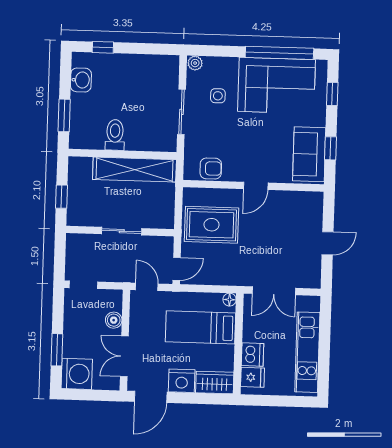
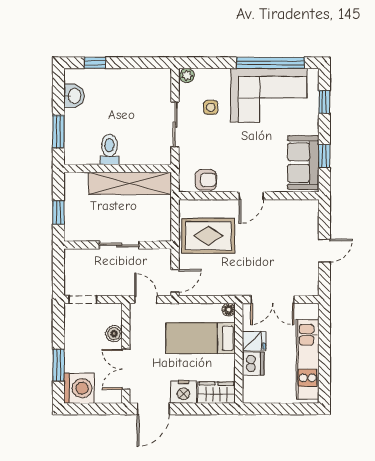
fridge: (253, 377) -> (254, 341), moved

